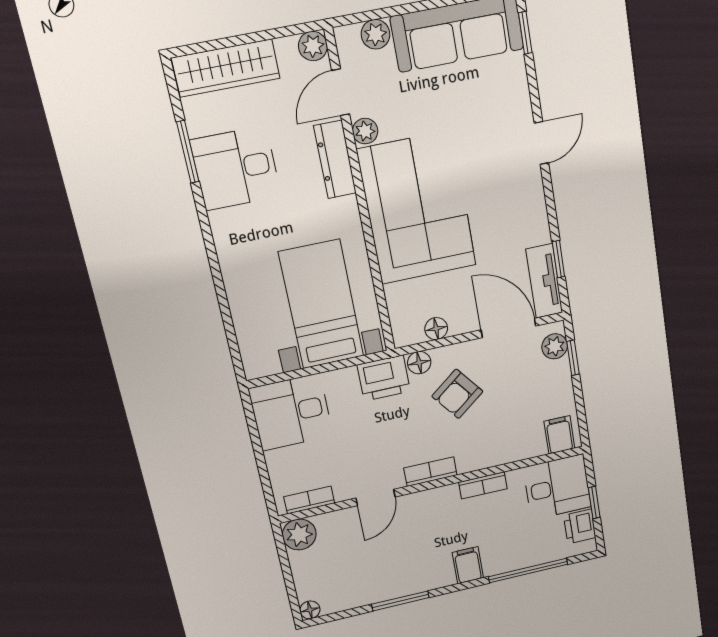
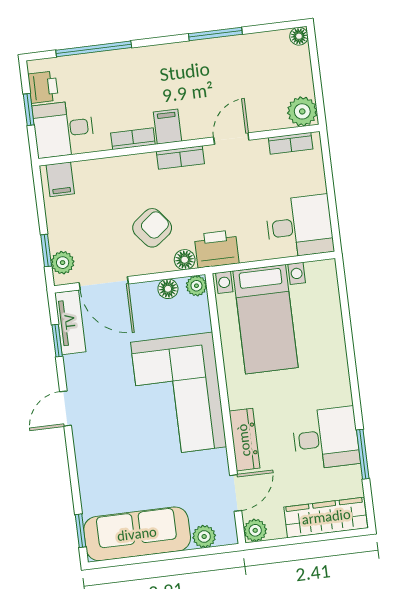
plant: (365, 131) -> (196, 286), moved
door: (541, 143) -> (65, 409), moved
filing cabinet: (468, 565) -> (168, 127), moved, turned 180

